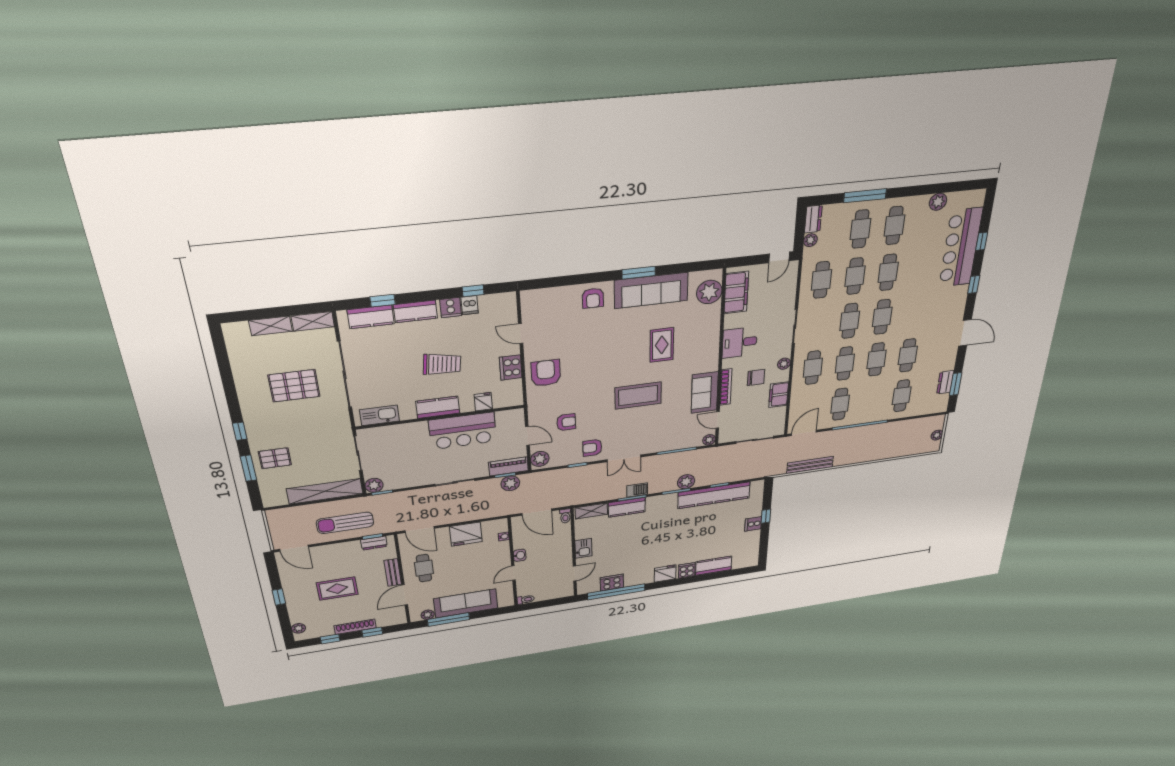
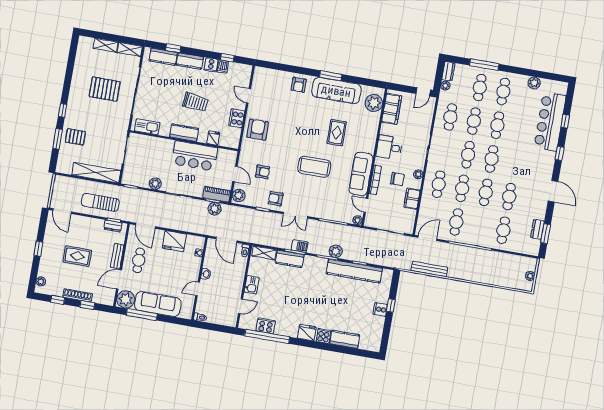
sofa: (705, 393) -> (361, 174), width x1.36
plant: (374, 485) -> (155, 184), moved
plant: (428, 615) -> (126, 299), width x1.87, depth x1.87

